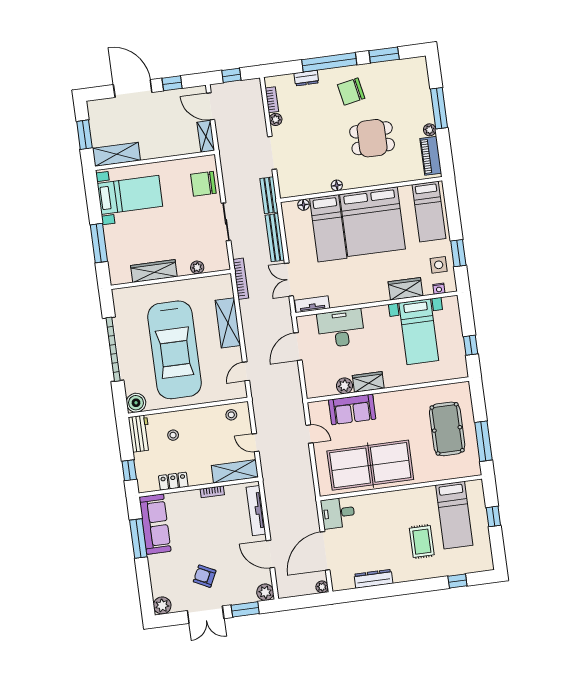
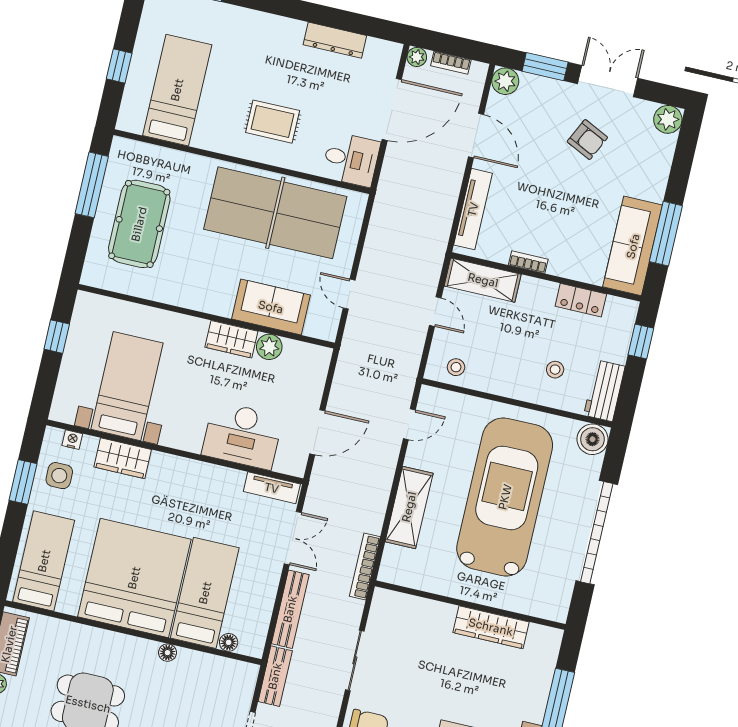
plant: (197, 267) -> (424, 608), removed
rug: (422, 542) -> (273, 122), moved, turned 90
bookcase: (301, 591) -> (451, 63), added

